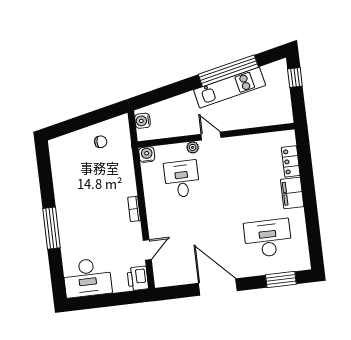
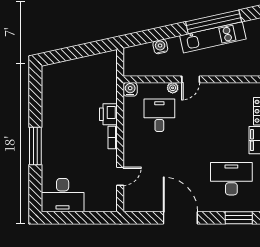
water cooler: (143, 121) -> (160, 47), moved, turned 78
door: (211, 136) -> (191, 79), swing flipped
chair: (101, 142) -> (90, 73), removed
printer: (138, 278) -> (108, 114), moved

